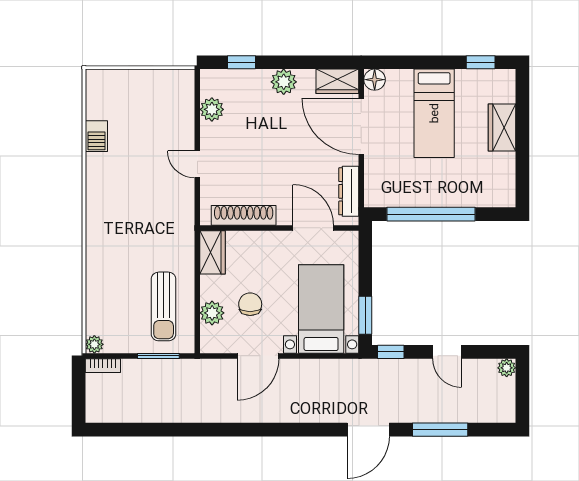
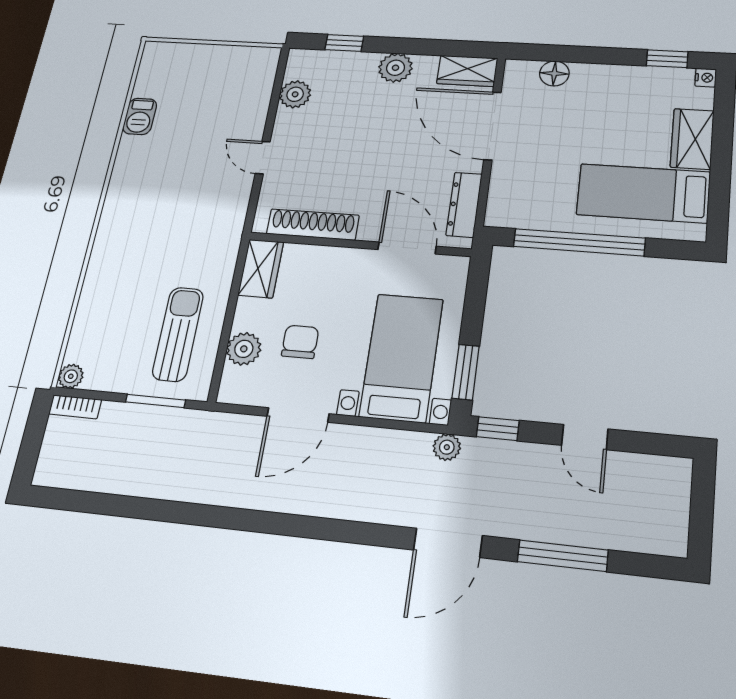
nightstand: (509, 77) -> (706, 78), added
floor lamp: (375, 80) -> (554, 73), moved
bed: (434, 113) -> (643, 193), moved, turned 90
sun lounger: (164, 306) -> (178, 334), turned 180
plant: (507, 368) -> (447, 447), moved

